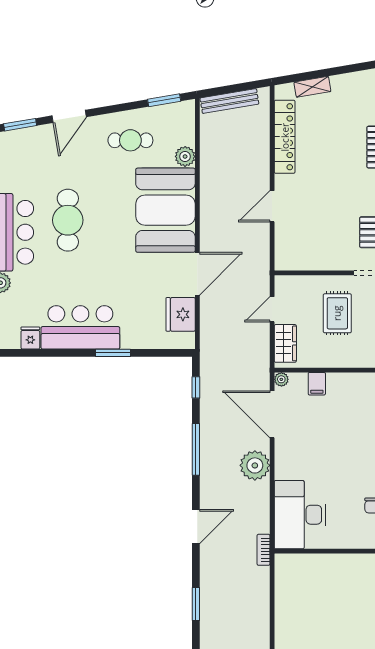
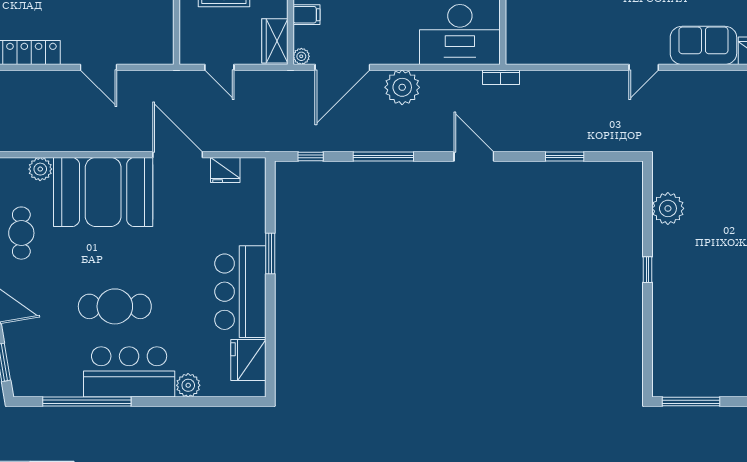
fridge: (181, 314) -> (225, 170), width x0.73, depth x0.75
fridge: (30, 338) -> (248, 360), width x1.88, depth x1.34
wardrobe: (285, 343) -> (275, 41), moved, turned -90

